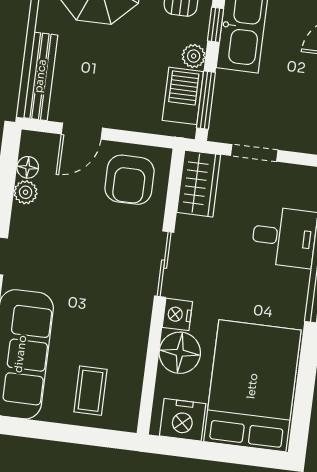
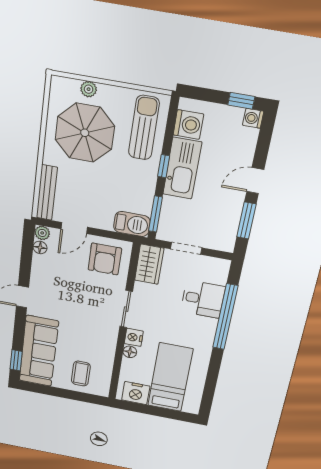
plant: (194, 56) -> (148, 186), removed
barbecue: (183, 96) -> (132, 224), moved, turned 90
plant: (26, 192) -> (42, 233), moved
floor lamp: (180, 353) -> (130, 352), width x0.53, depth x0.53
bed: (252, 386) -> (170, 377), width x0.67

